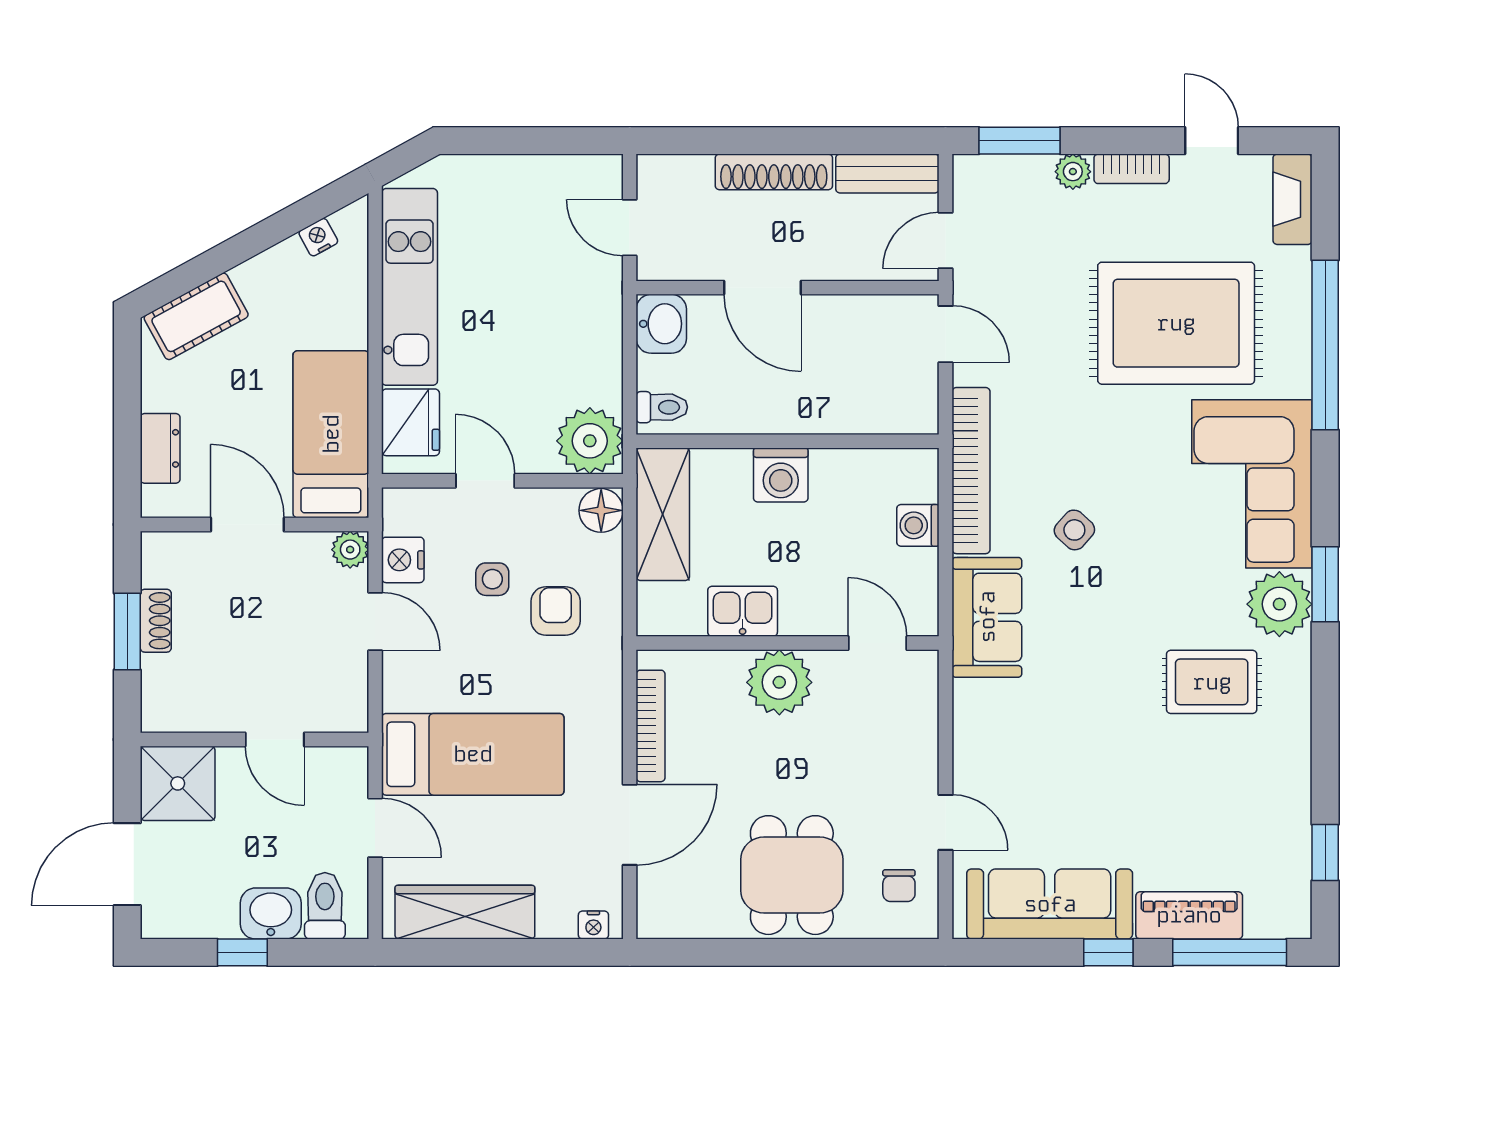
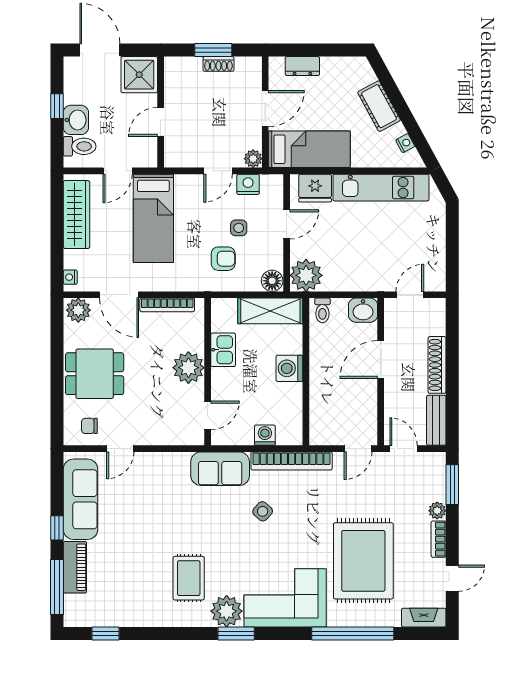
cot: (196, 316) -> (379, 106), moved
plant: (661, 908) -> (78, 310), added

